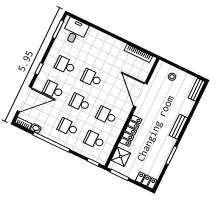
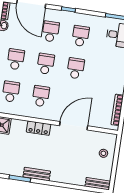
bench: (178, 127) -> (37, 174), moved
locker: (131, 131) -> (39, 128), width x0.66

